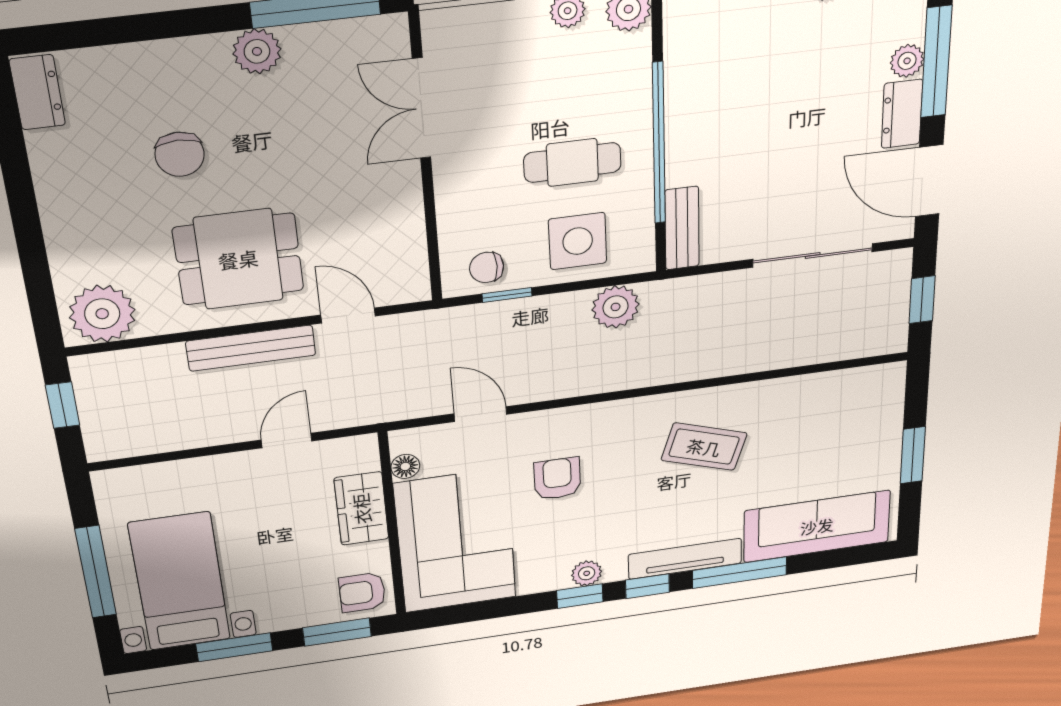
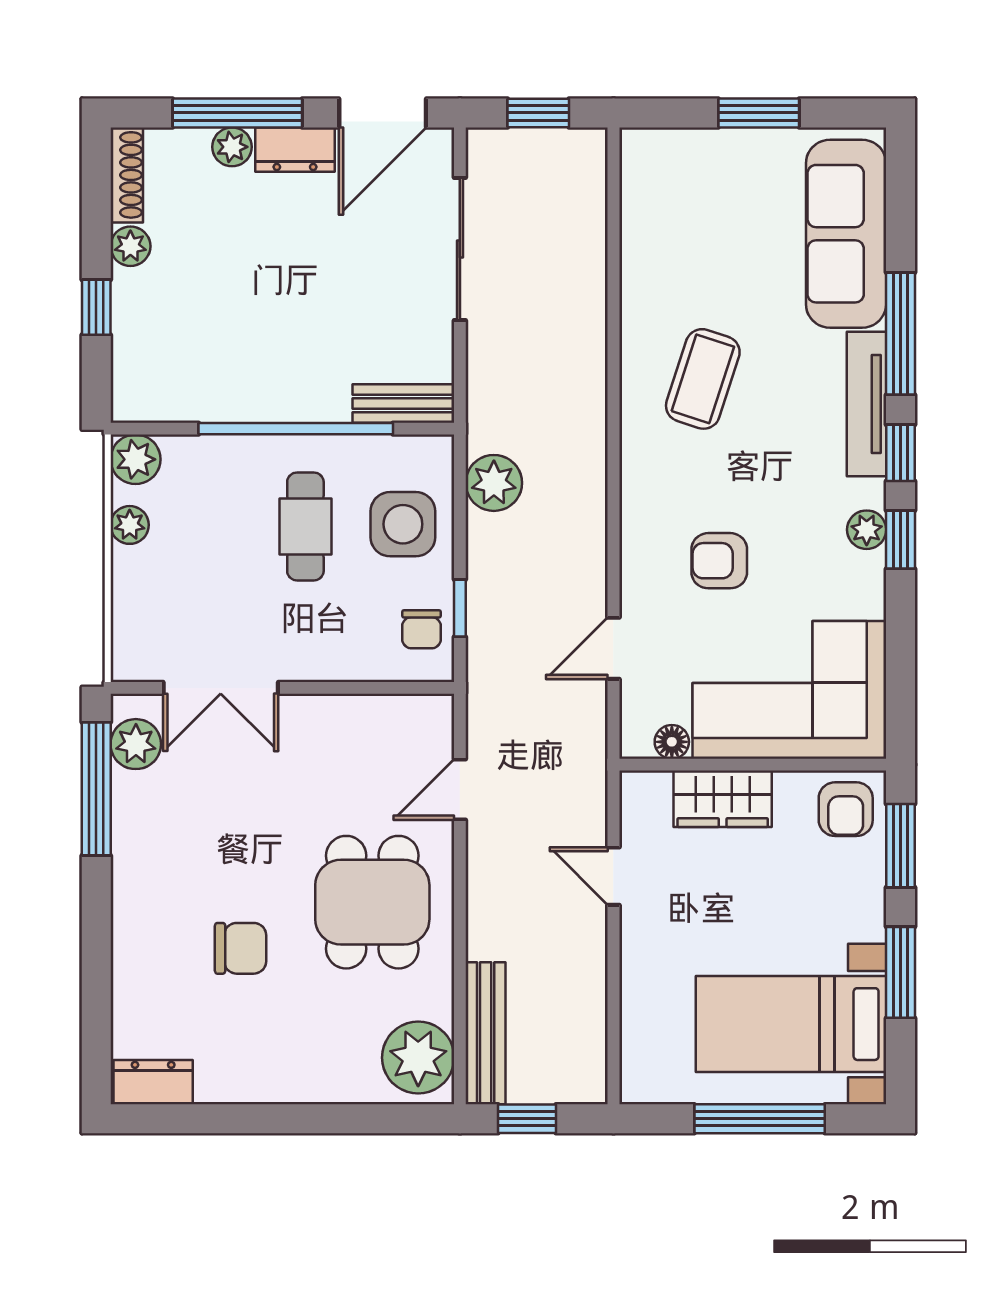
plant: (257, 51) -> (136, 744), moved
bench: (251, 348) -> (486, 1033), moved

